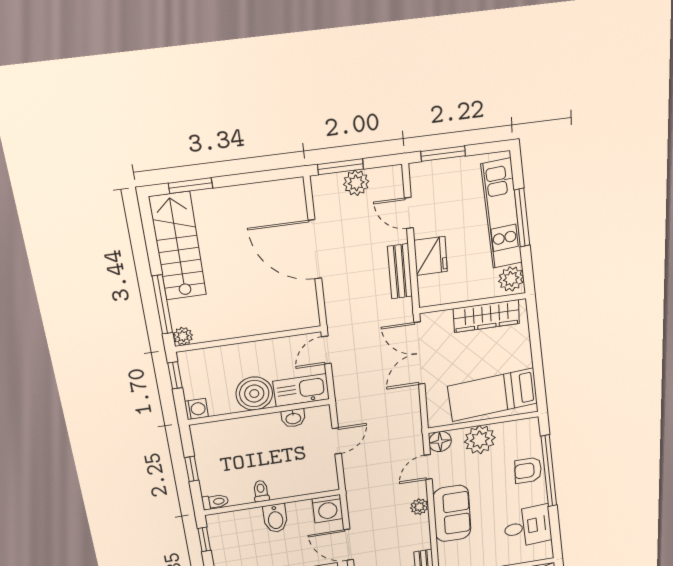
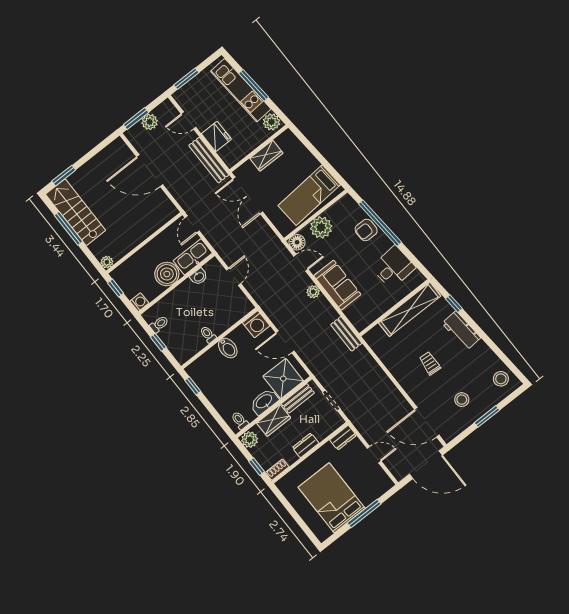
bench: (400, 271) -> (209, 160), width x1.36
window: (162, 305) -> (68, 228), moved
wardrobe: (486, 316) -> (266, 156), width x0.67
door: (428, 467) -> (301, 263), swing flipped
toilet: (215, 502) -> (159, 324), moved

